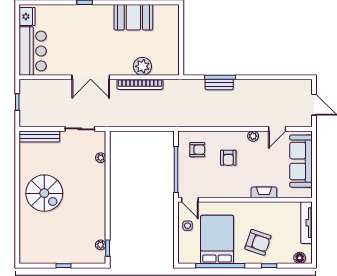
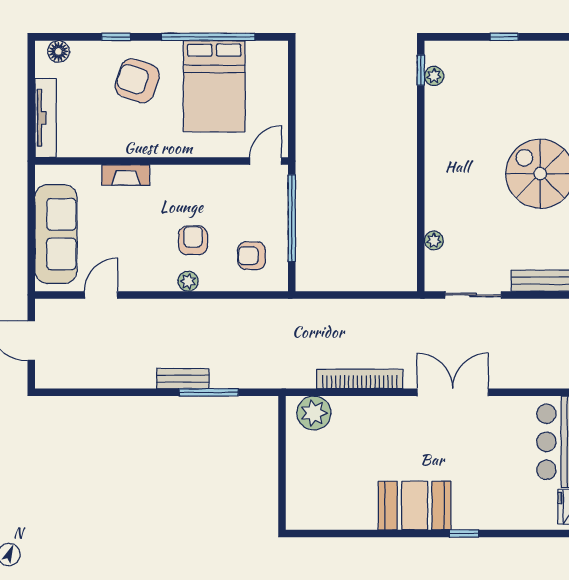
booth: (133, 17) -> (415, 506), moved
plant: (142, 66) -> (314, 413), moved
bench: (219, 84) -> (183, 379), moved
plant: (253, 136) -> (188, 281), moved
door: (190, 200) -> (265, 161), hinge flipped
side table: (187, 226) -> (270, 112), removed

